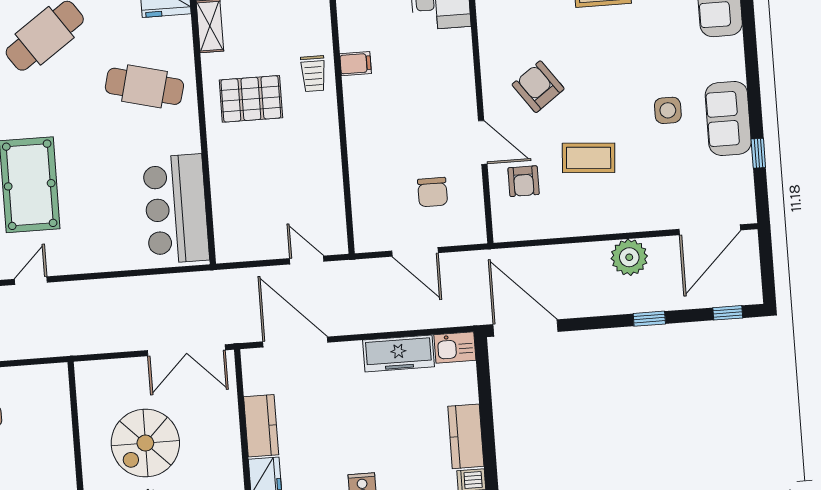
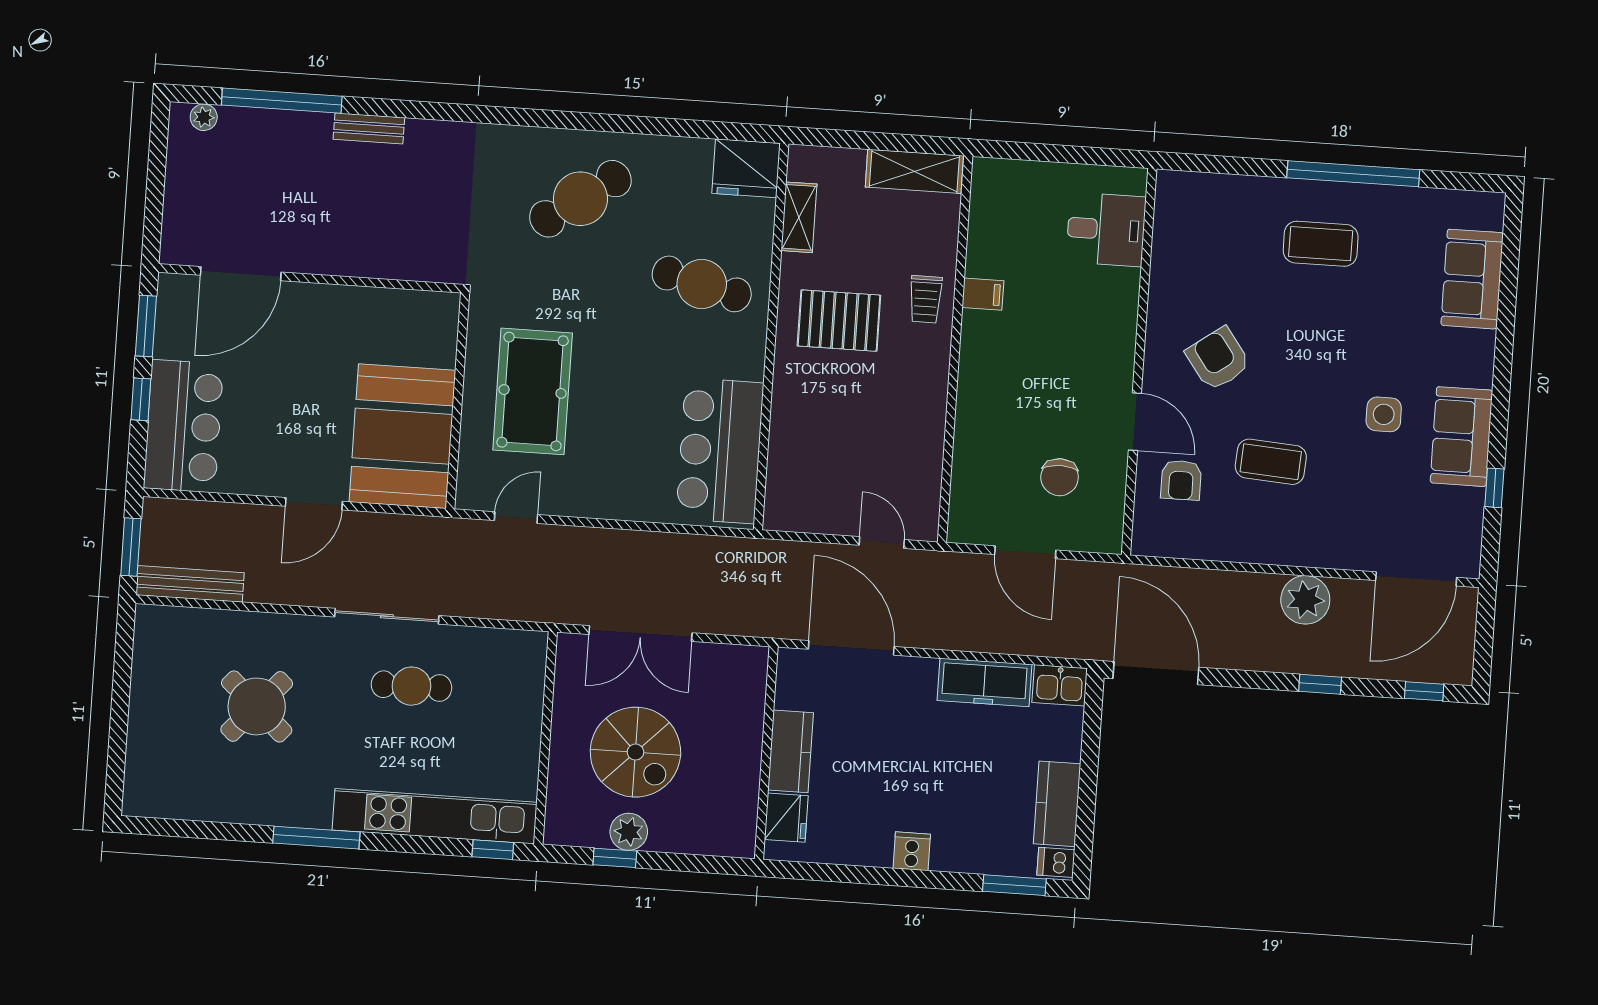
double door: (186, 350) -> (640, 634), moved
spiral stairs: (145, 443) -> (635, 752), turned -90

